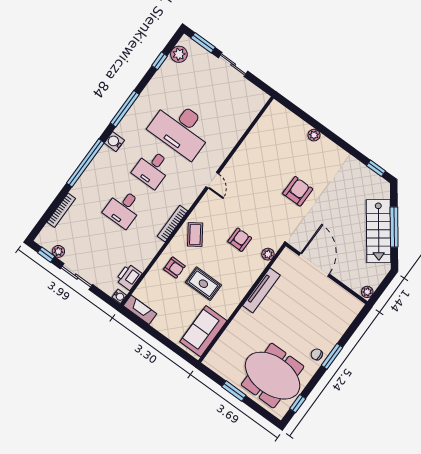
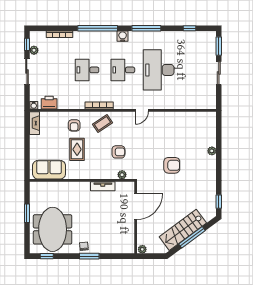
plant: (179, 54) -> (202, 37), removed
tv unit: (261, 290) -> (103, 186), width x0.71

